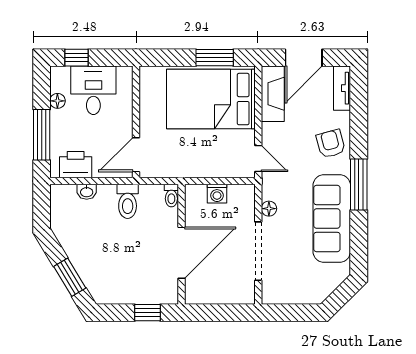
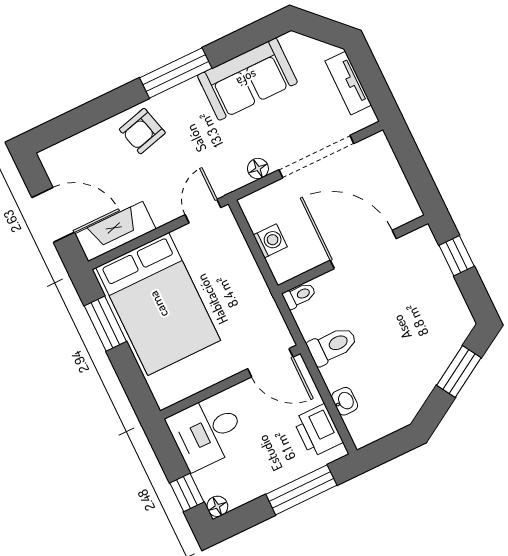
tv unit: (342, 88) -> (348, 83), moved, turned 90
desk: (93, 90) -> (207, 432), moved
floor lamp: (57, 101) -> (217, 506), moved
sofa: (332, 219) -> (247, 79), width x0.73

